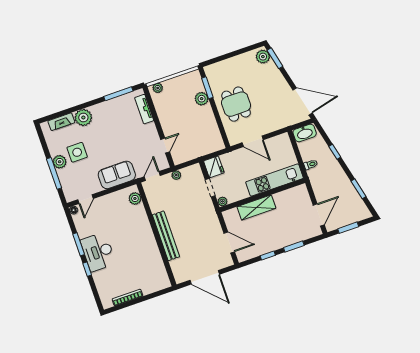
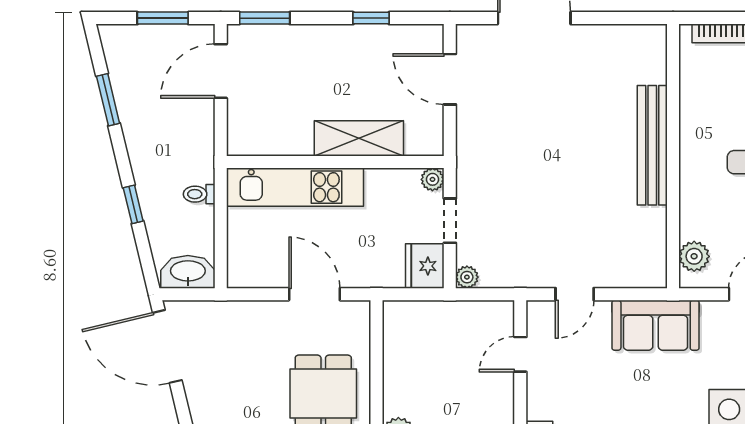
plant: (176, 175) -> (467, 277), moved
plant: (135, 198) -> (694, 256), moved
wall: (156, 234) -> (673, 156), moved
bench: (166, 236) -> (652, 145), moved
window: (294, 246) -> (265, 18), moved

